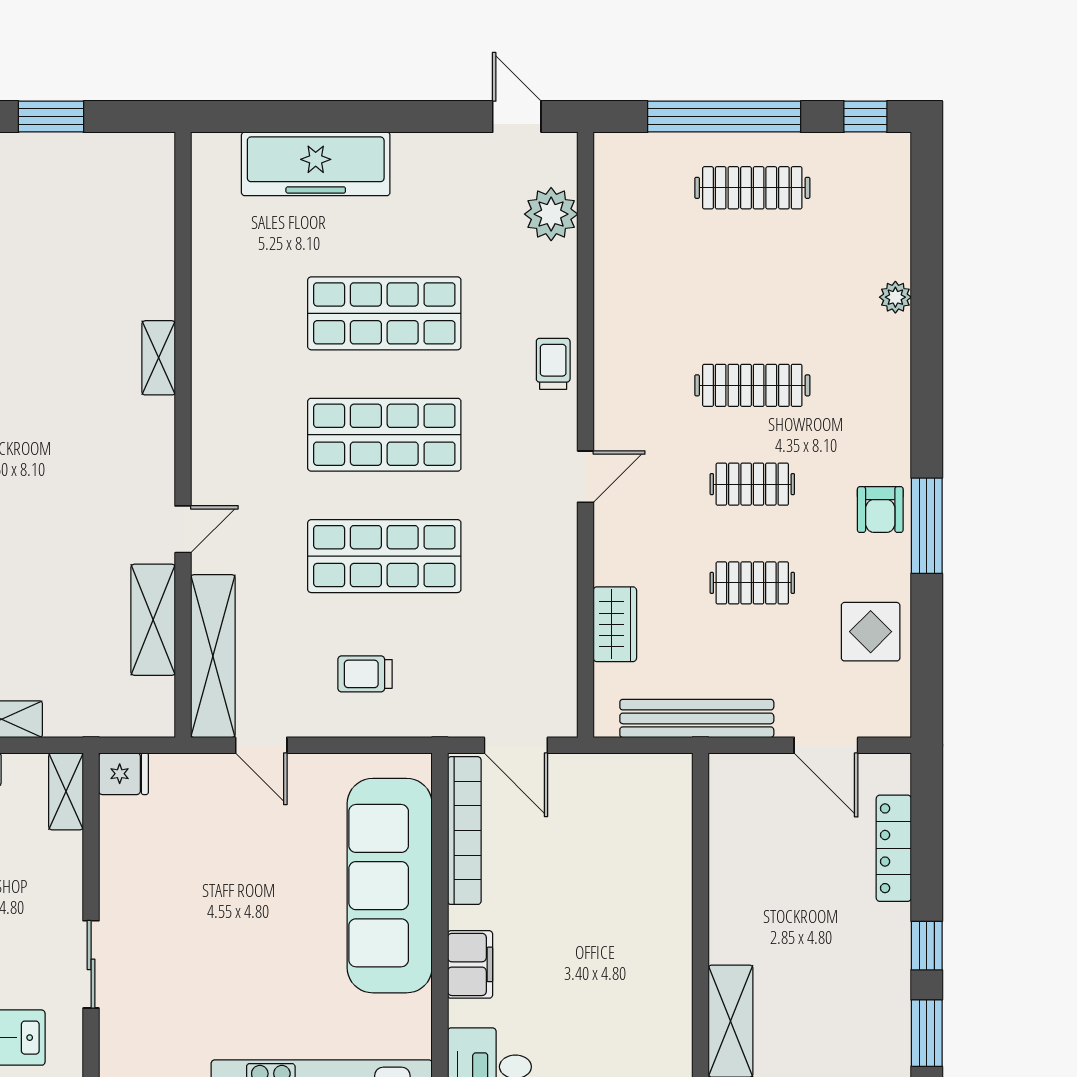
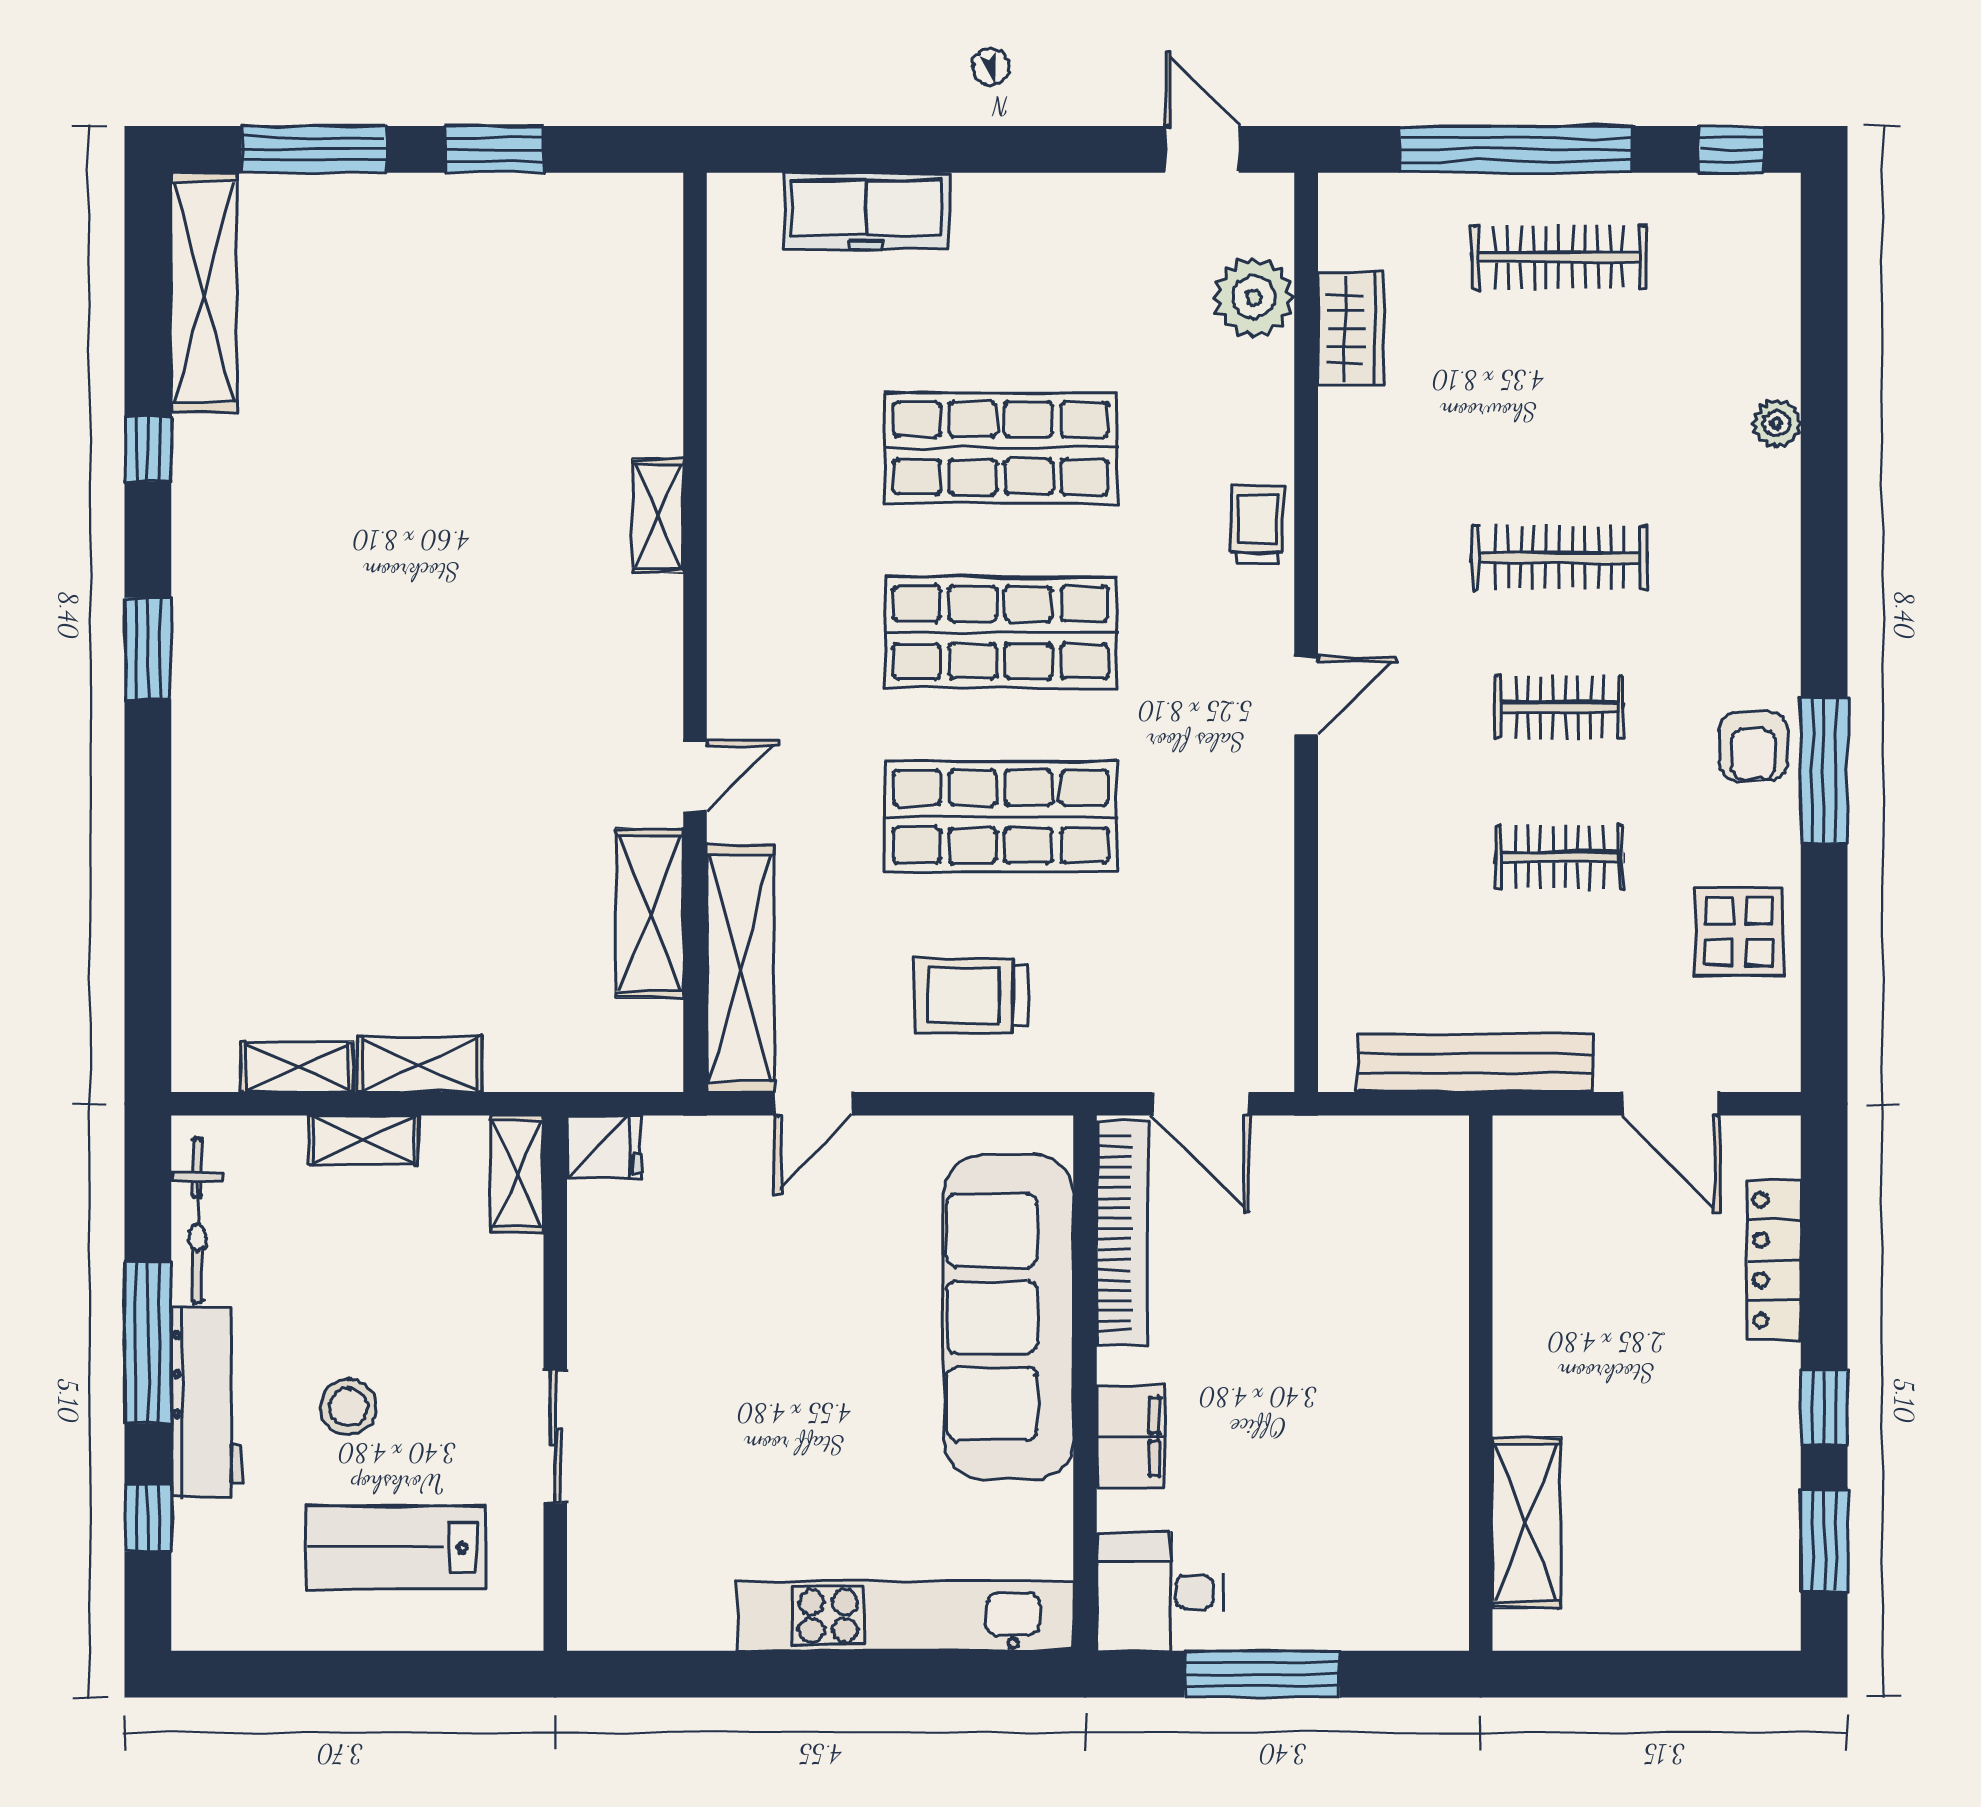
freezer: (316, 164) -> (866, 211), width x0.73, depth x0.79
wardrobe: (615, 624) -> (1351, 329), moved
trolley: (365, 674) -> (971, 995), width x1.36, depth x1.39
door: (261, 745) -> (814, 1104), hinge flipped

